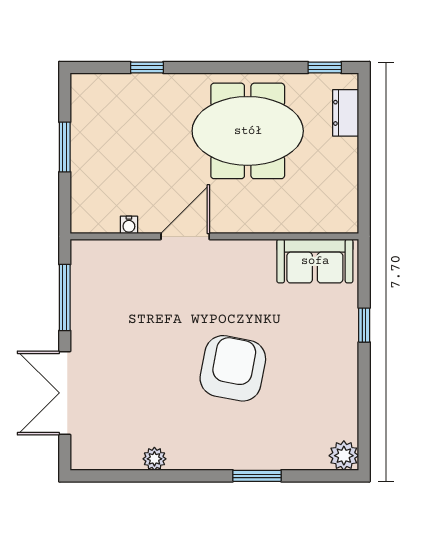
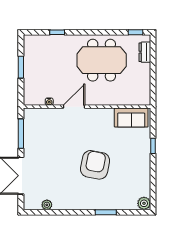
plant: (154, 459) -> (47, 205), moved

